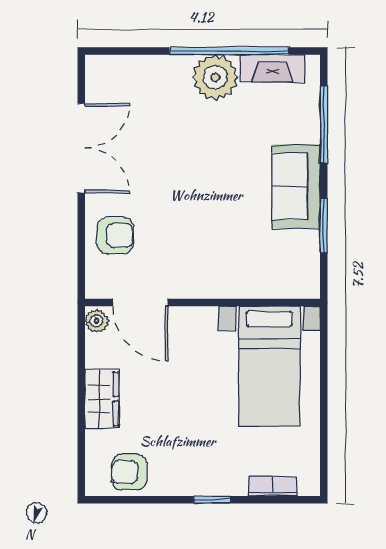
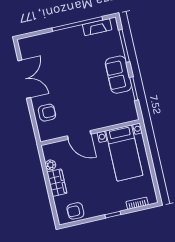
plant: (215, 77) -> (74, 36), removed
door: (141, 303) -> (79, 135), moved
plant: (96, 321) -> (50, 165), moved

